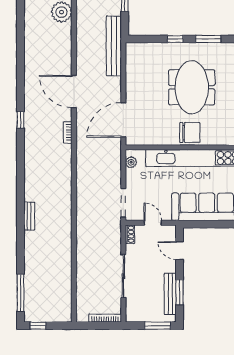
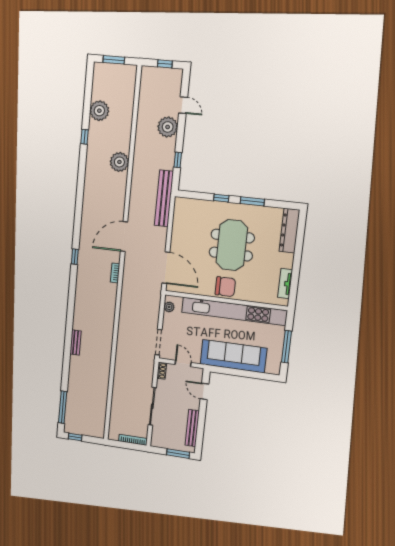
door: (74, 92) -> (124, 237), hinge flipped
door: (123, 120) -> (166, 268), swing flipped
window: (180, 292) -> (201, 428), removed

